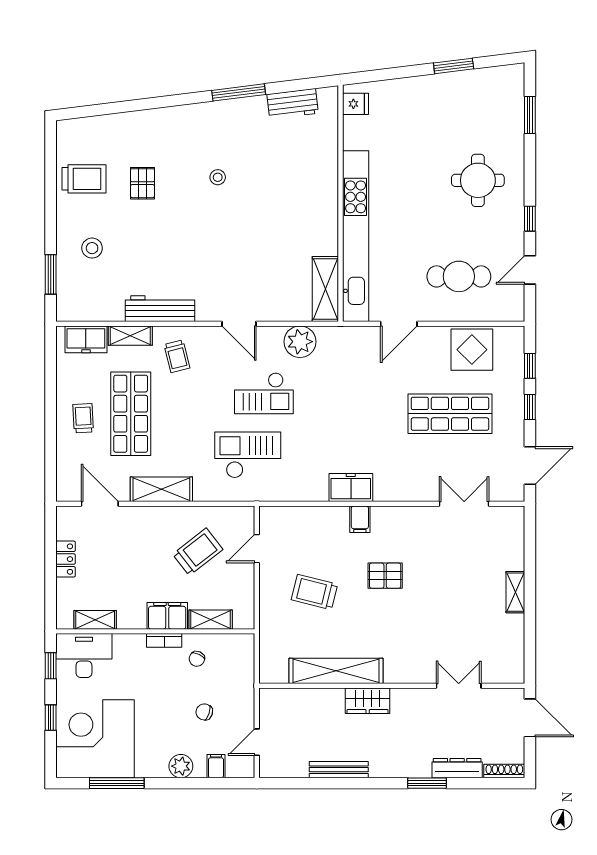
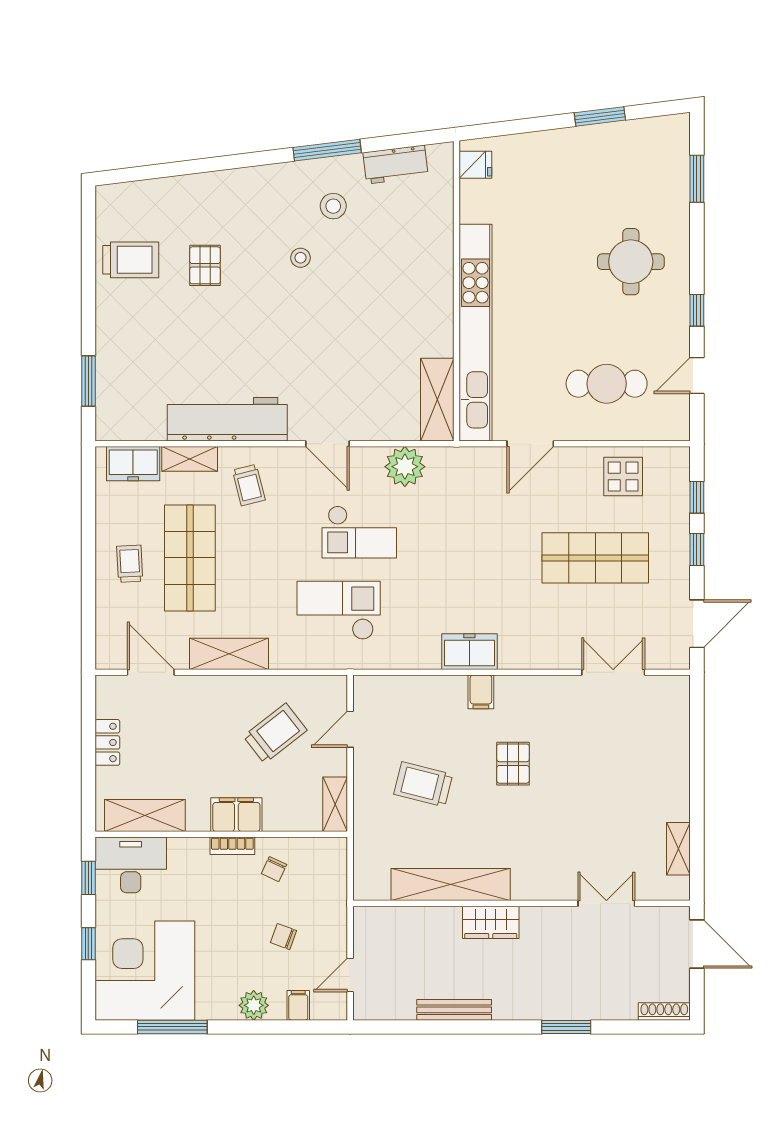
stool: (92, 248) -> (333, 206), moved
workbench: (160, 309) -> (227, 419), width x1.36, depth x1.32
display table: (472, 350) -> (623, 476), width x0.73, depth x0.73
pallet: (385, 576) -> (513, 764), turned 90
shelving: (515, 592) -> (678, 849), moved
shelving: (95, 620) -> (145, 816), width x1.50, depth x1.33
shelving: (211, 620) -> (335, 804), moved, turned 90
dresser: (457, 768) -> (604, 1008), removed

